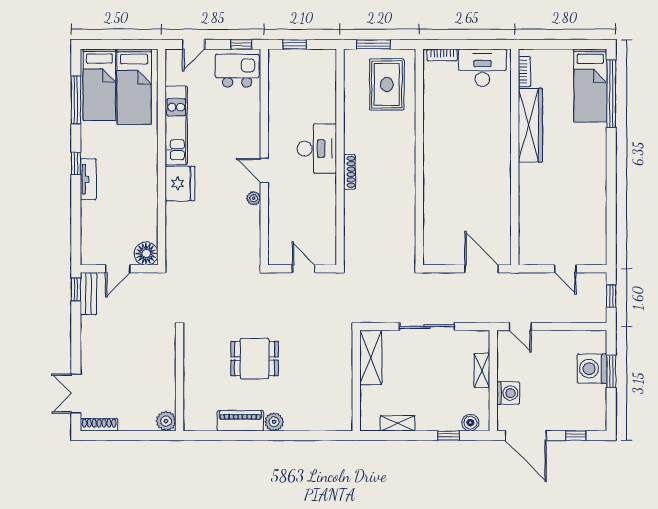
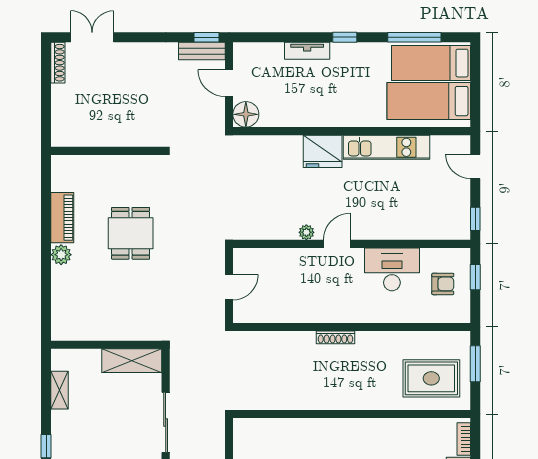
kitchen island: (237, 71) -> (446, 214), removed
armchair: (301, 74) -> (443, 284), added
desk: (317, 149) -> (392, 269), moved, turned 180
tv unit: (88, 179) -> (307, 51), moved
plant: (166, 421) -> (62, 136), removed

